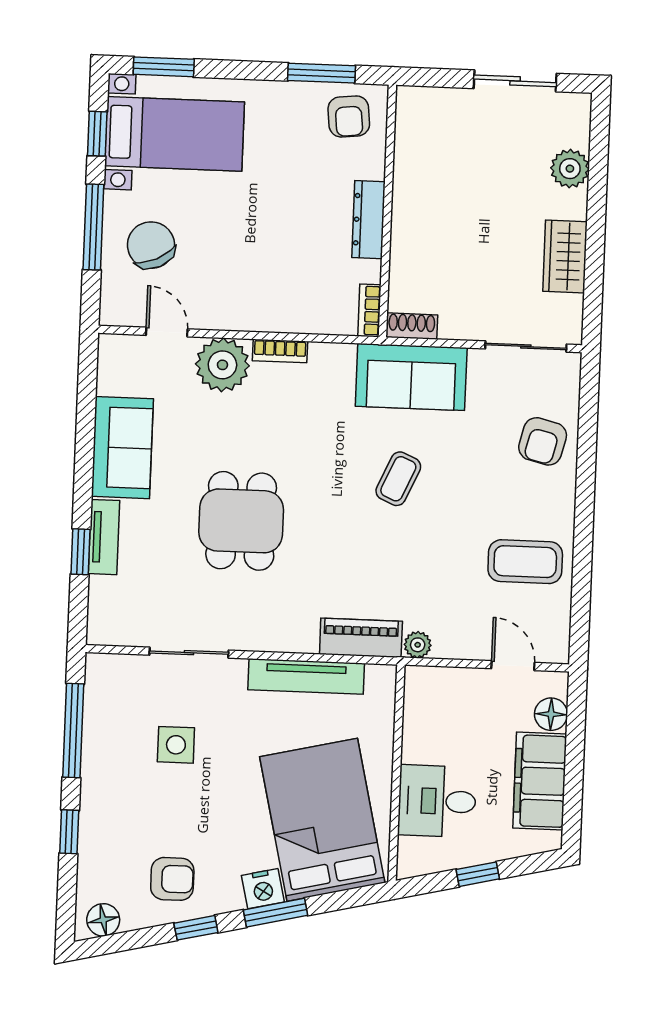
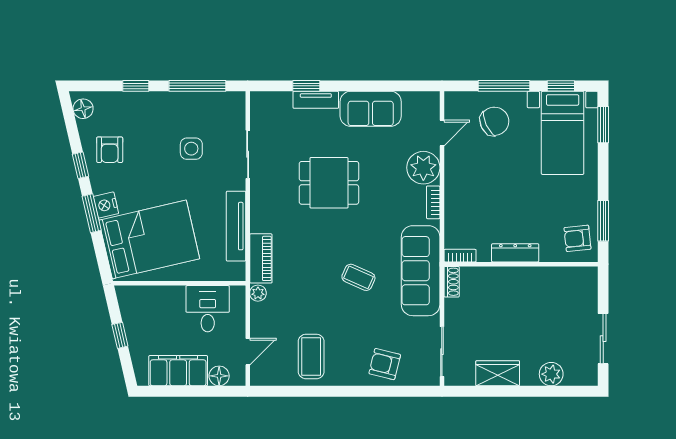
sofa: (411, 377) -> (421, 271), width x1.36
desk: (437, 801) -> (208, 309), moved

